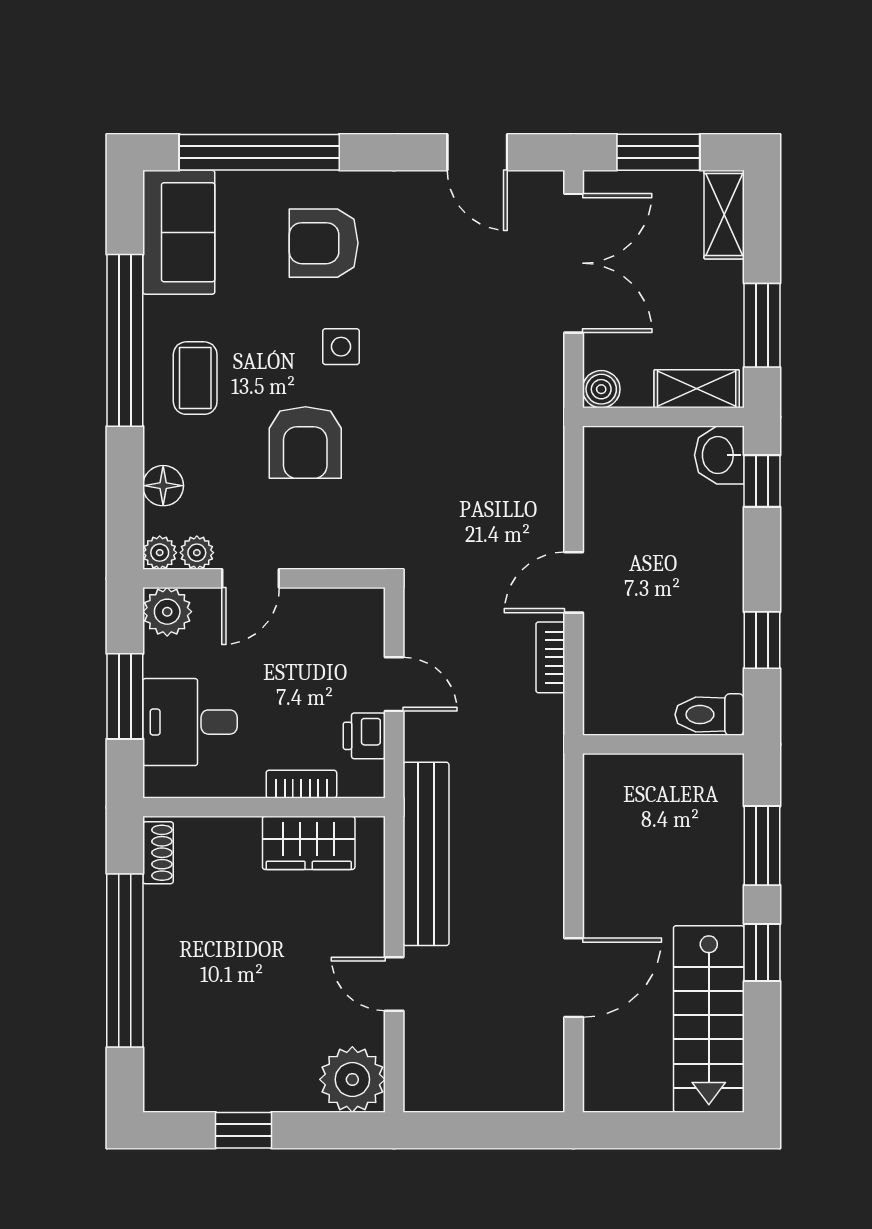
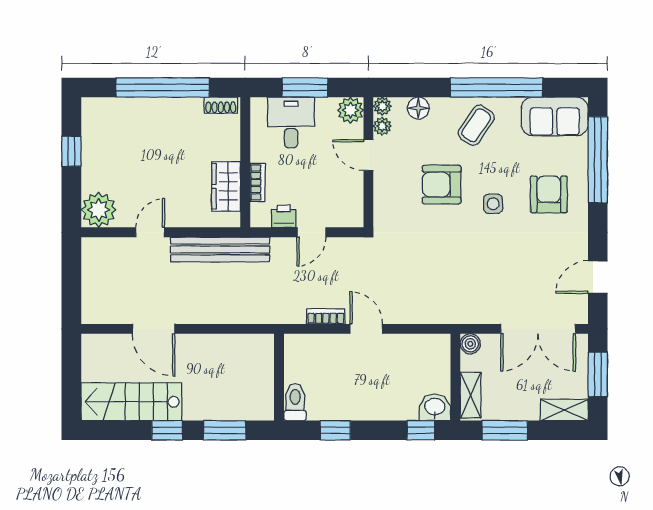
coffee table: (195, 378) -> (476, 125), turned -56

